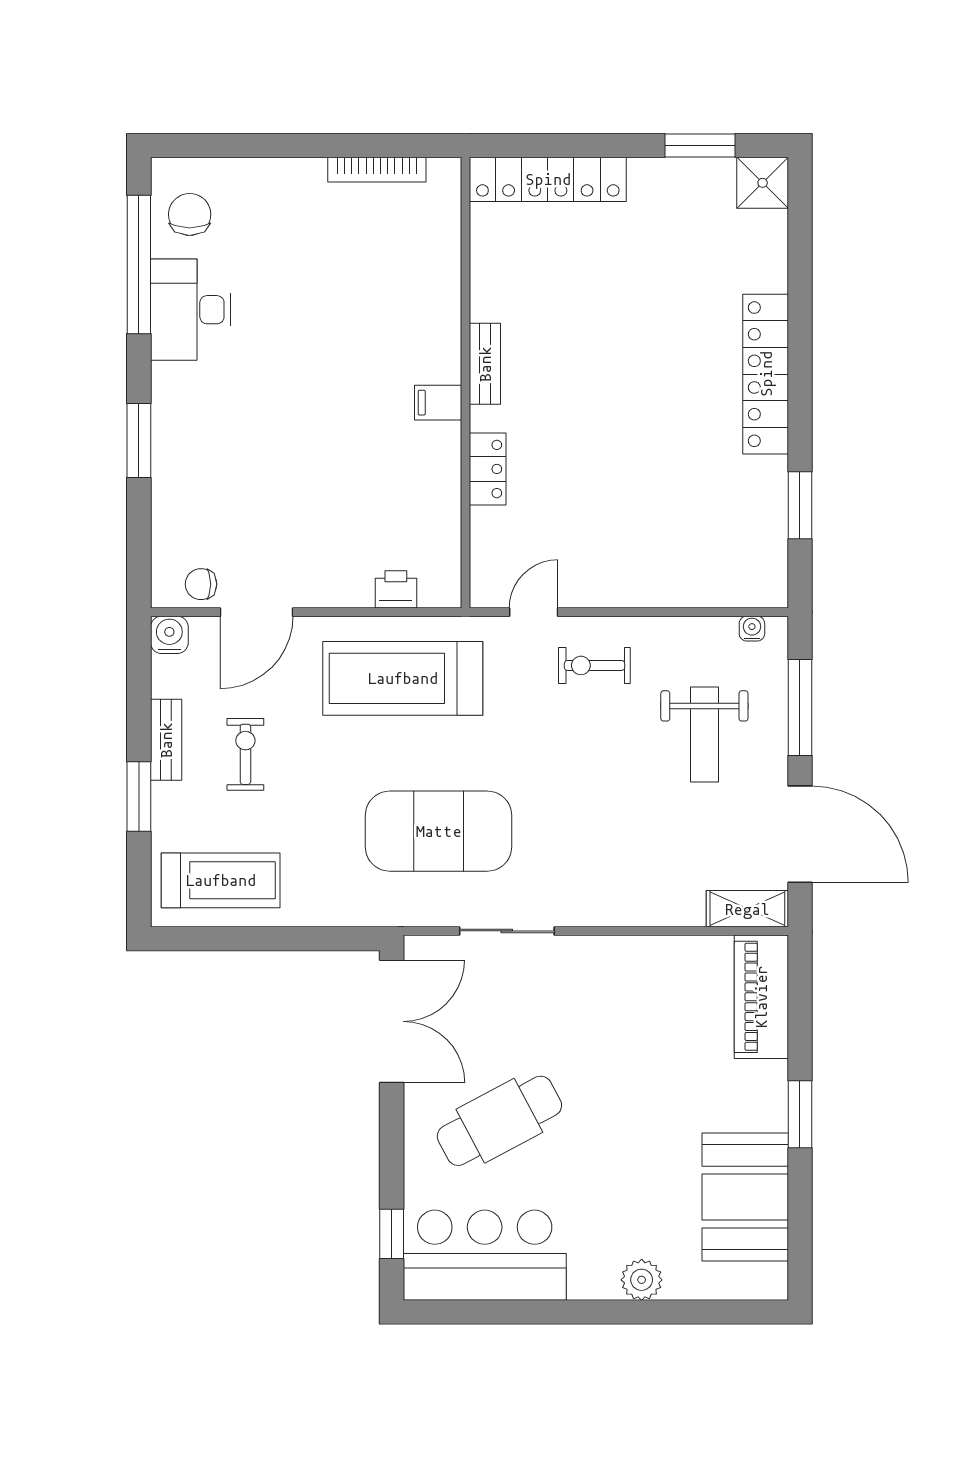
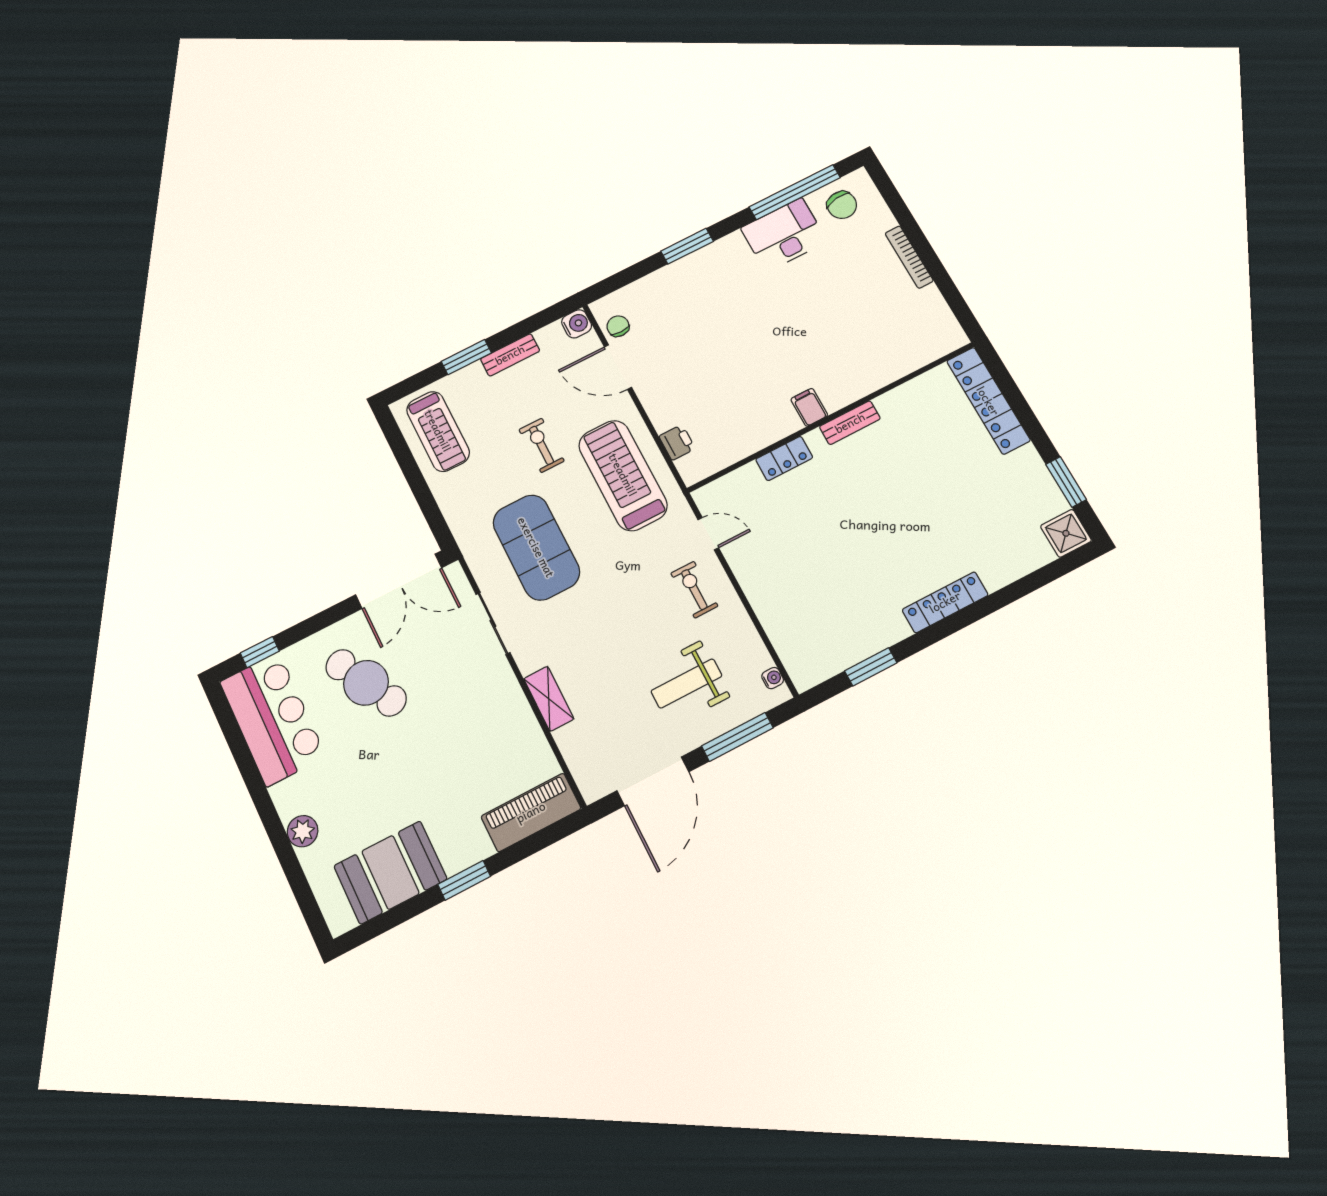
bookcase: (377, 170) -> (909, 257), moved
chair: (190, 214) -> (842, 205), turned 81
locker: (766, 374) -> (945, 602), width x0.71, depth x0.83
exercise bike: (245, 754) -> (542, 445), moved, turned -90
shelving: (747, 909) -> (549, 699), moved

